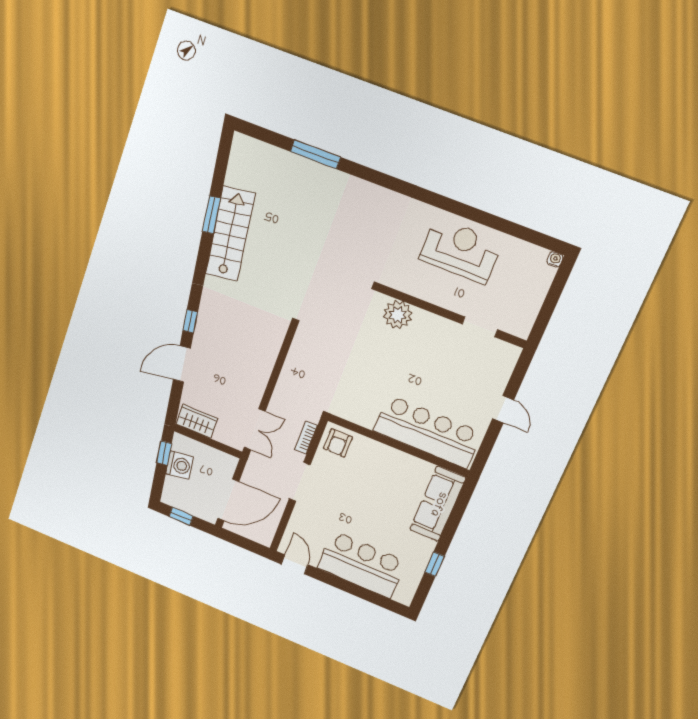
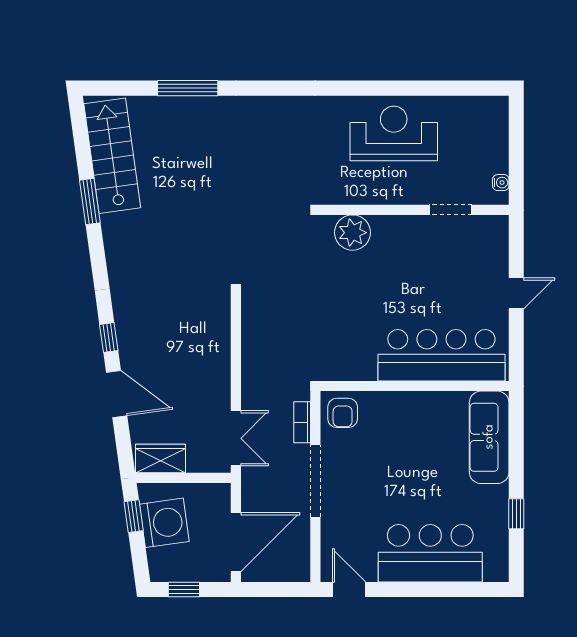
stairs: (230, 234) -> (112, 156), moved
water cooler: (555, 259) -> (501, 183), moved, turned 90
door: (182, 364) -> (117, 394), swing flipped
door: (503, 409) -> (516, 293), hinge flipped
washing machine: (179, 465) -> (164, 523), width x1.37, depth x1.37
doorway: (300, 482) -> (315, 481), width x1.36

